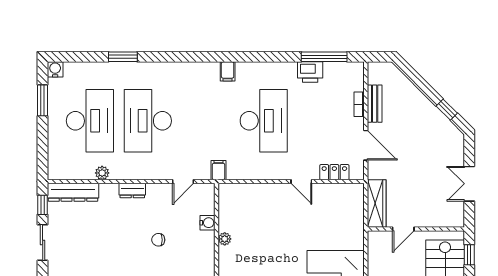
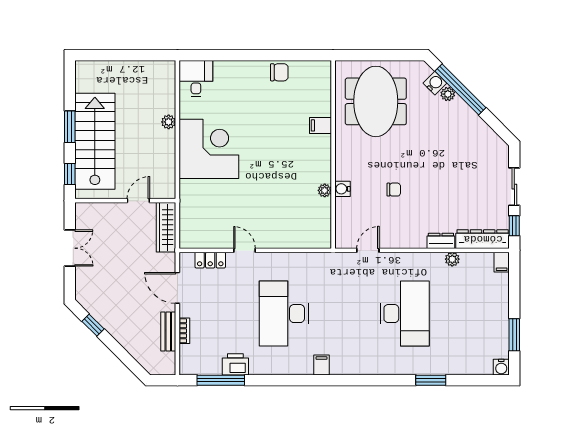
desk: (90, 121) -> (465, 314), removed
filing cabinet: (218, 170) -> (502, 262), moved
dresser: (132, 191) -> (441, 241), moved
water cooler: (207, 223) -> (342, 189), moved

